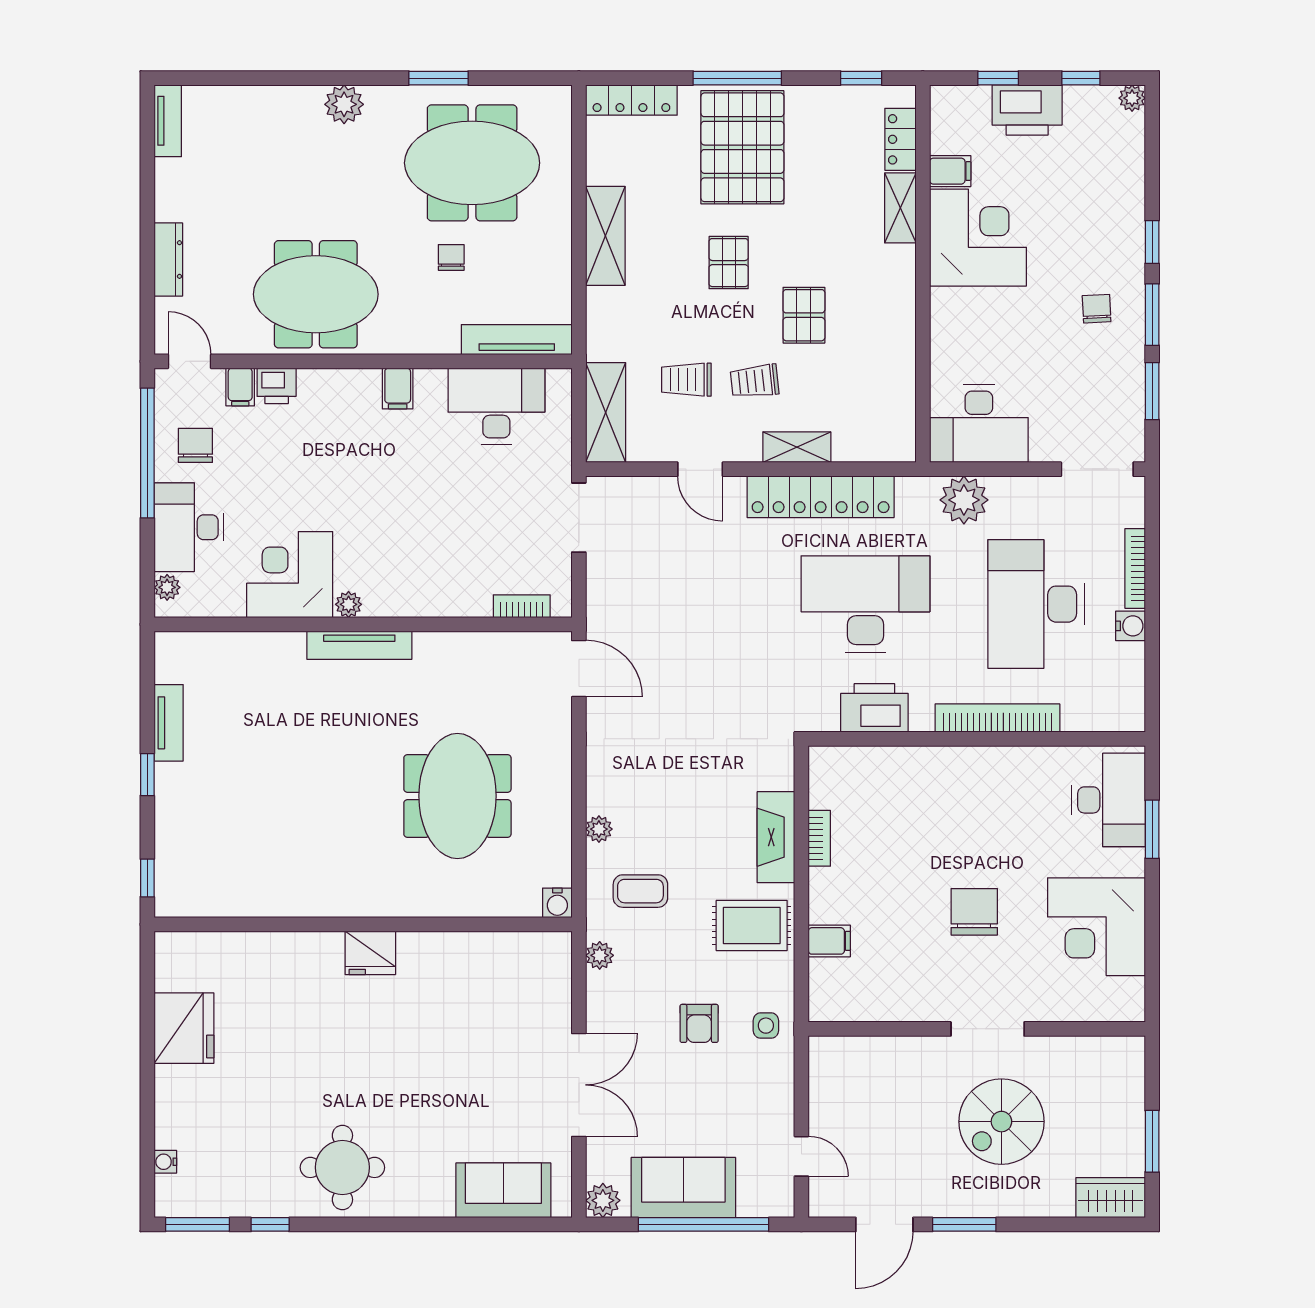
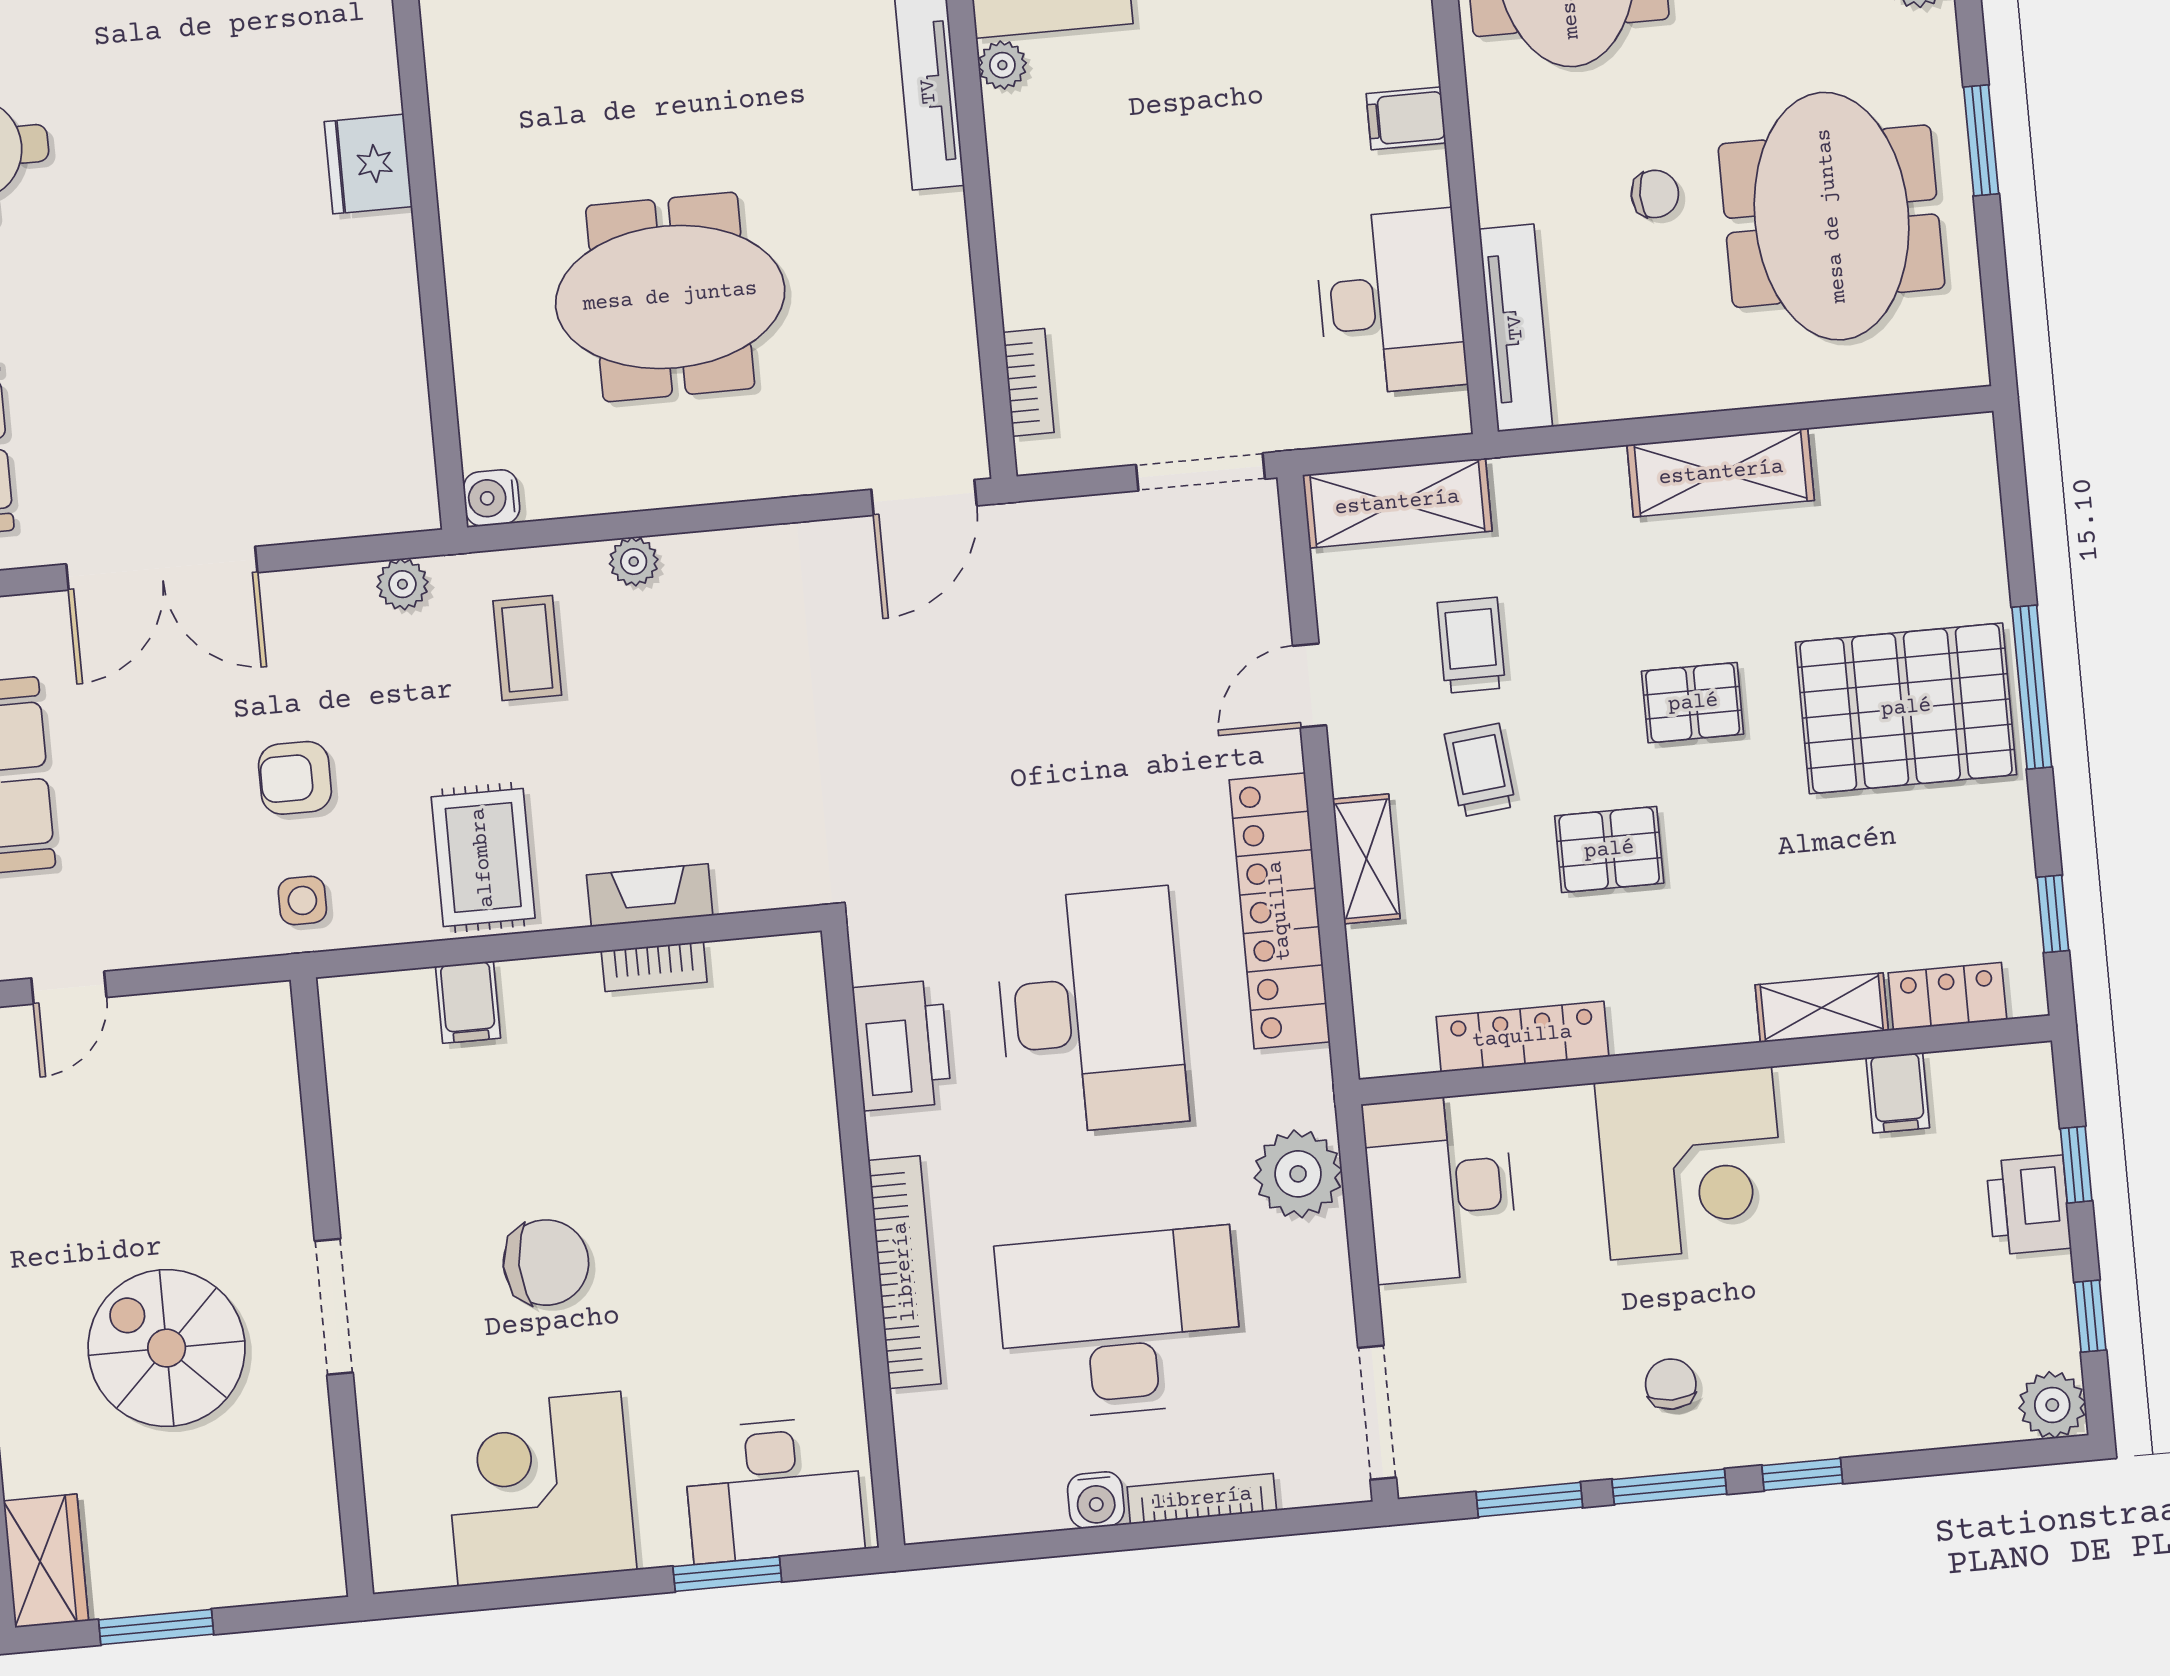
plant: (1132, 98) -> (2052, 1405), width x1.38, depth x1.38
locker: (631, 100) -> (1522, 1037), moved, turned 90
printer: (1027, 110) -> (2029, 1205), width x0.73, depth x0.84
corner desk: (978, 238) -> (1691, 1163), moved
chair: (1097, 309) -> (1671, 1384), turned -87
fireplace: (776, 837) -> (650, 895), width x0.73, depth x0.76

